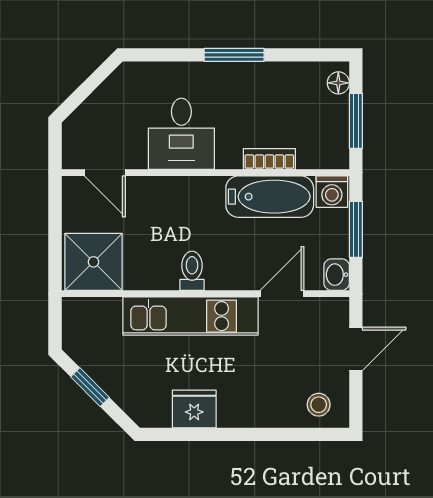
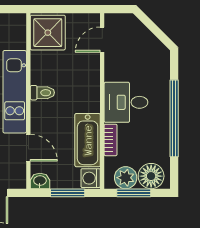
window: (234, 55) -> (174, 118), width x2.11
floor lamp: (338, 83) -> (151, 176), width x1.89, depth x1.89
desk: (181, 134) -> (126, 102), moved
plant: (331, 134) -> (126, 178), added

